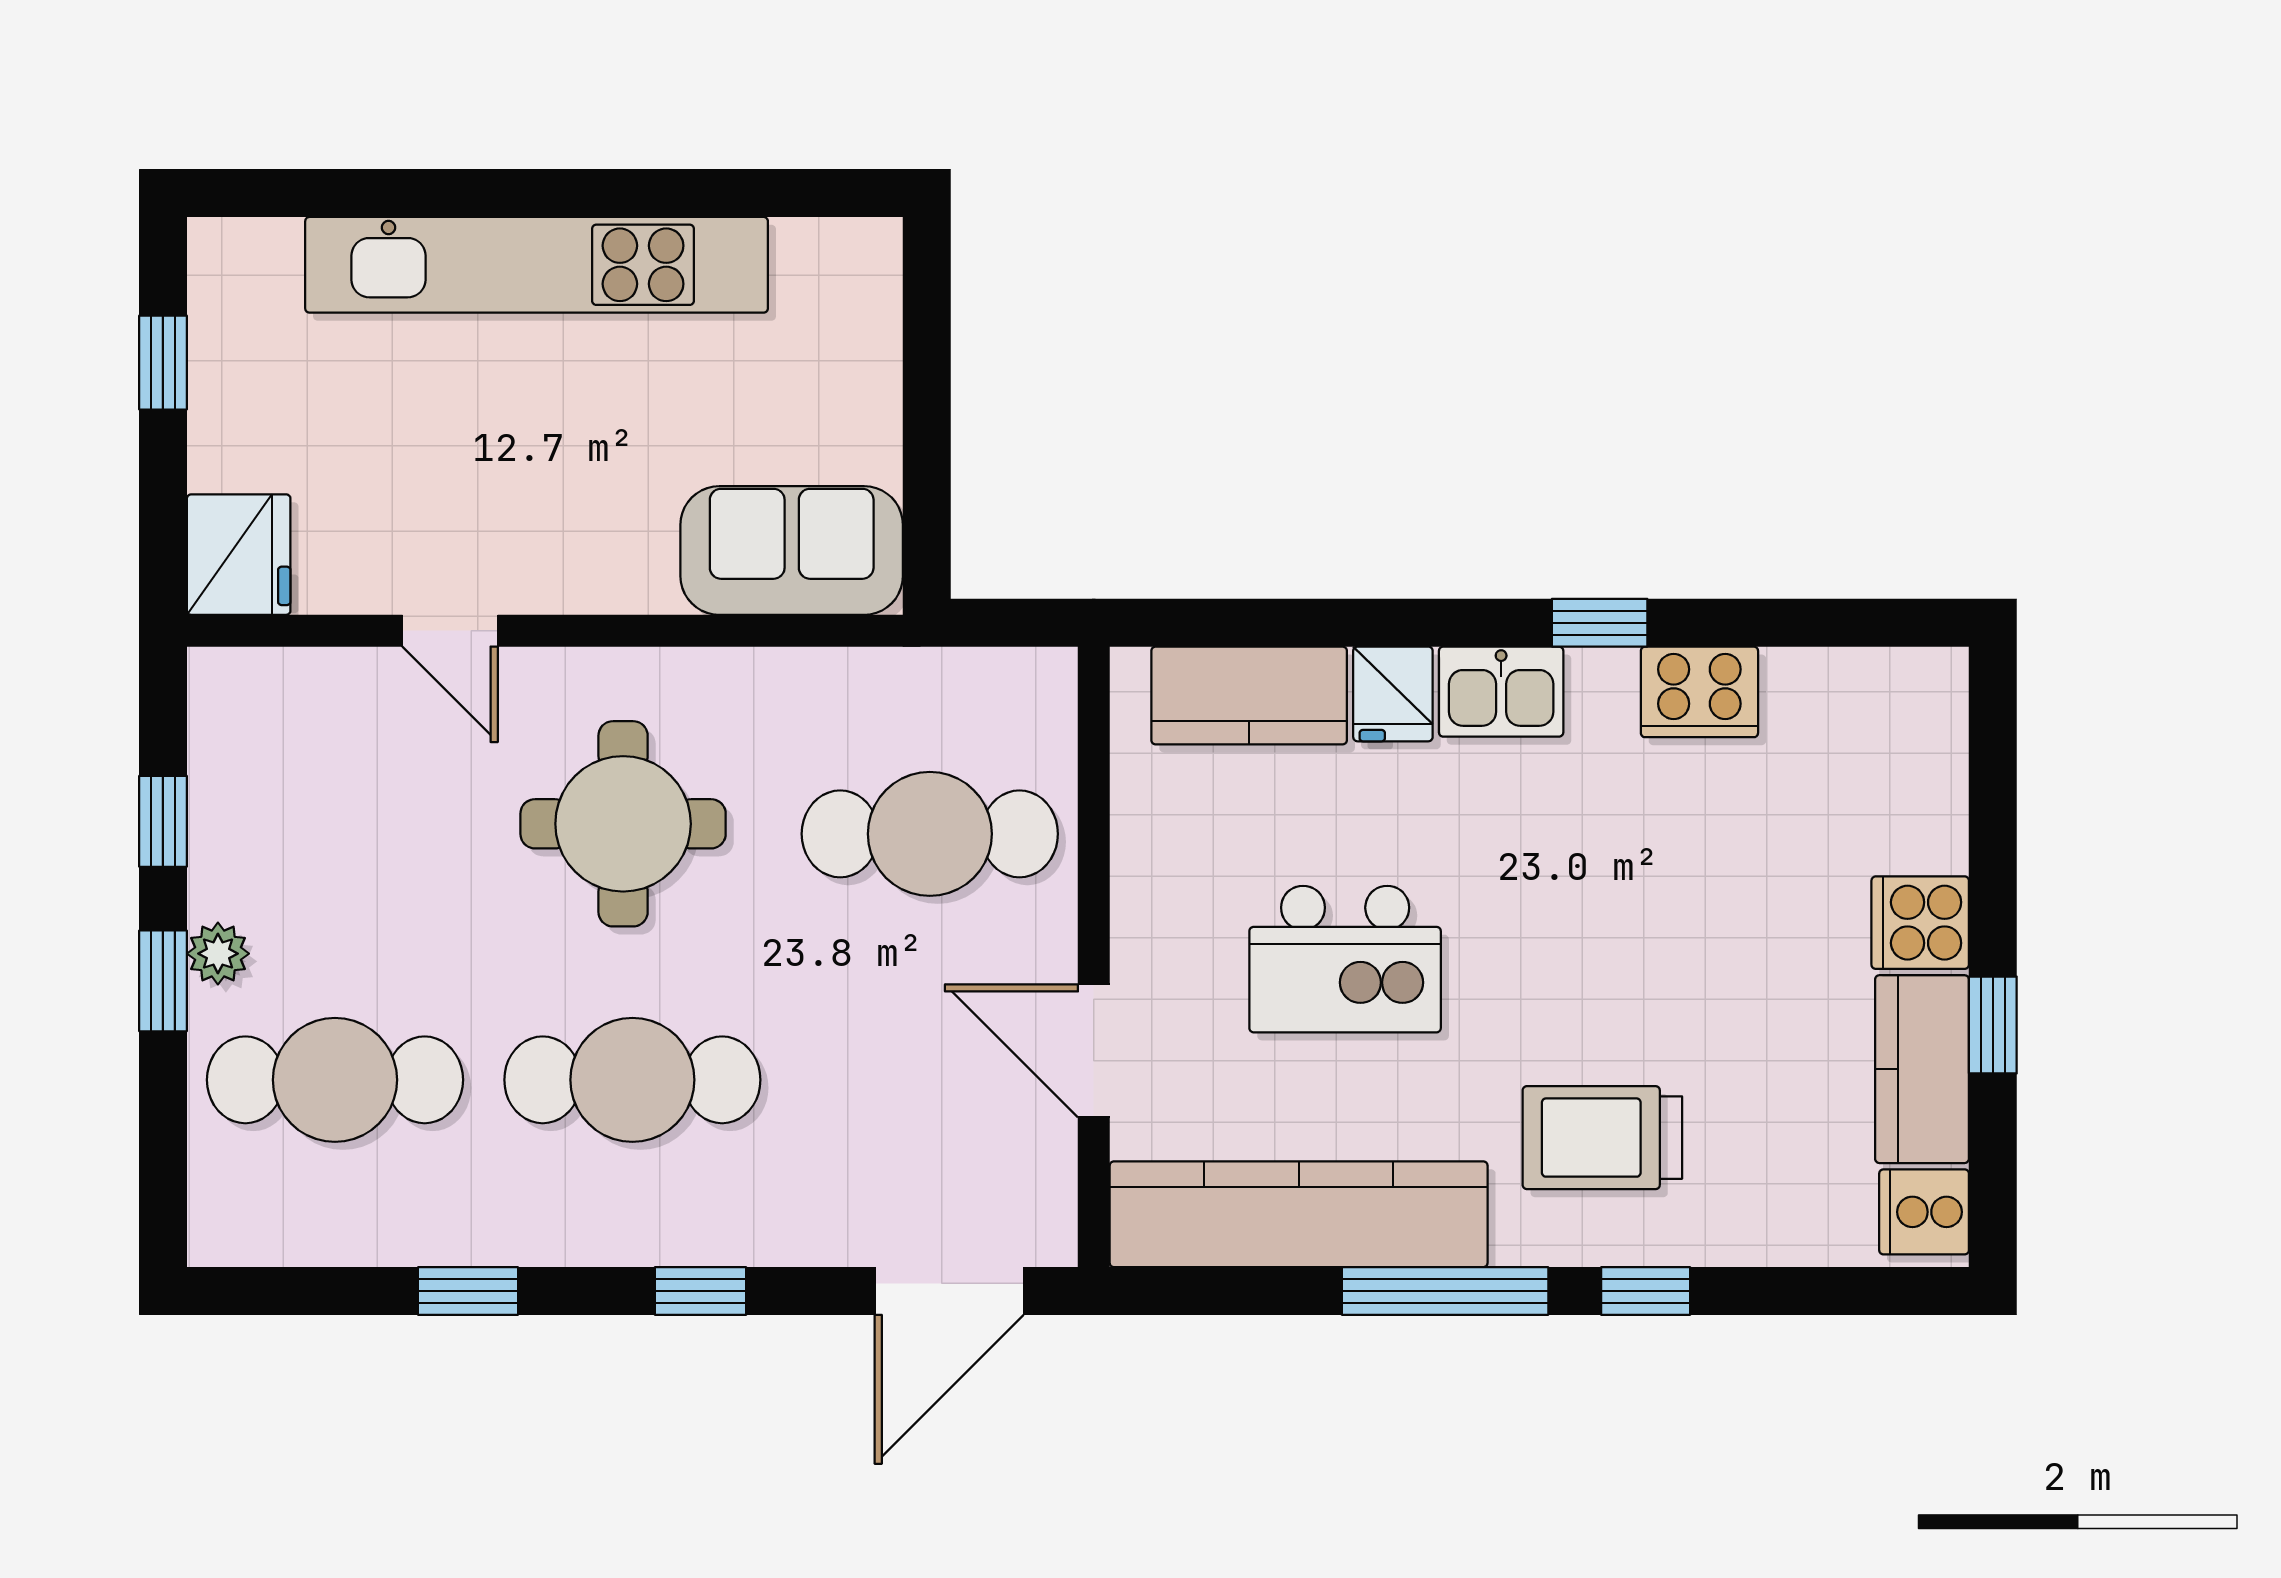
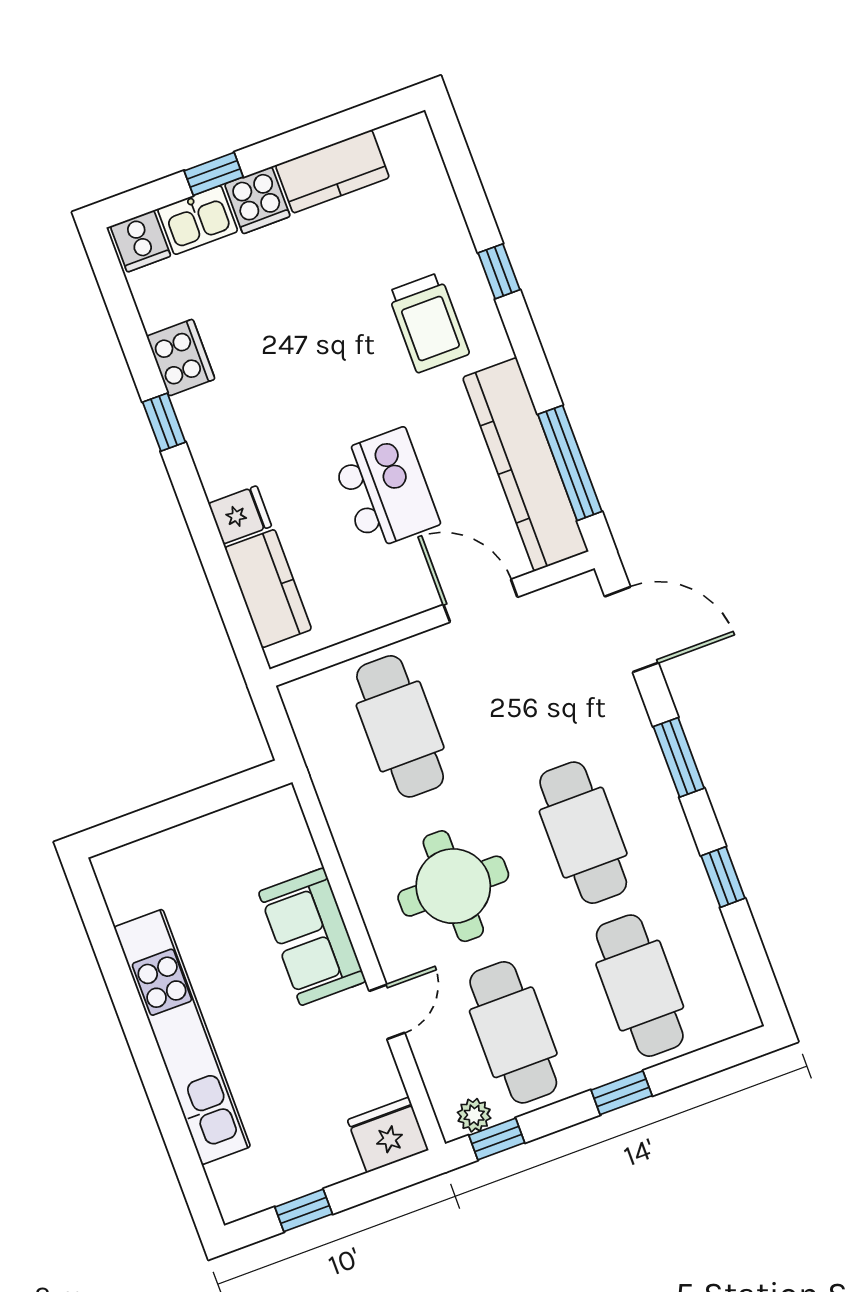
sofa: (792, 550) -> (312, 937), moved
kitchen sink: (1501, 692) -> (198, 220), moved, turned 90
window: (163, 821) -> (497, 1139), moved
cafe table: (335, 834) -> (513, 1032), added
plant: (218, 954) -> (474, 1115), moved
window: (1993, 1025) -> (214, 174), moved
door: (1094, 1051) -> (480, 601), swing flipped
cooker: (1924, 1212) -> (140, 241), moved
window: (701, 1291) -> (679, 757), width x1.50
window: (1445, 1291) -> (570, 463), moved

